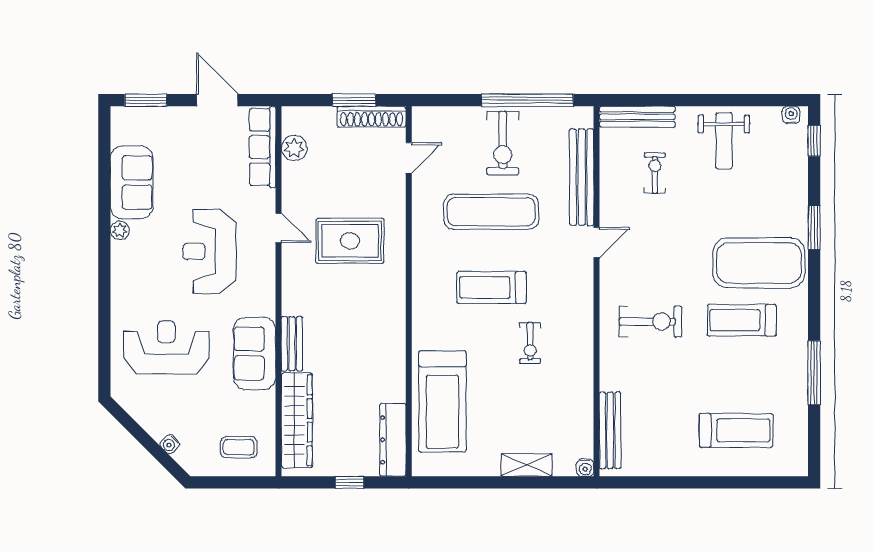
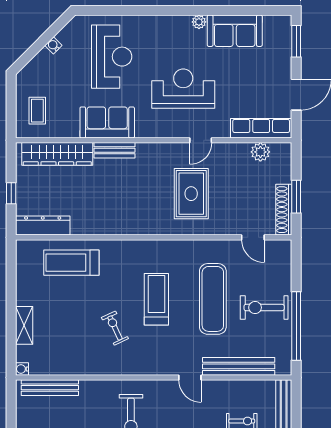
exercise bike: (530, 343) -> (115, 328), turned 65
treadmill: (442, 401) -> (71, 263), width x0.73, depth x0.73
water cooler: (170, 444) -> (53, 45), moved

